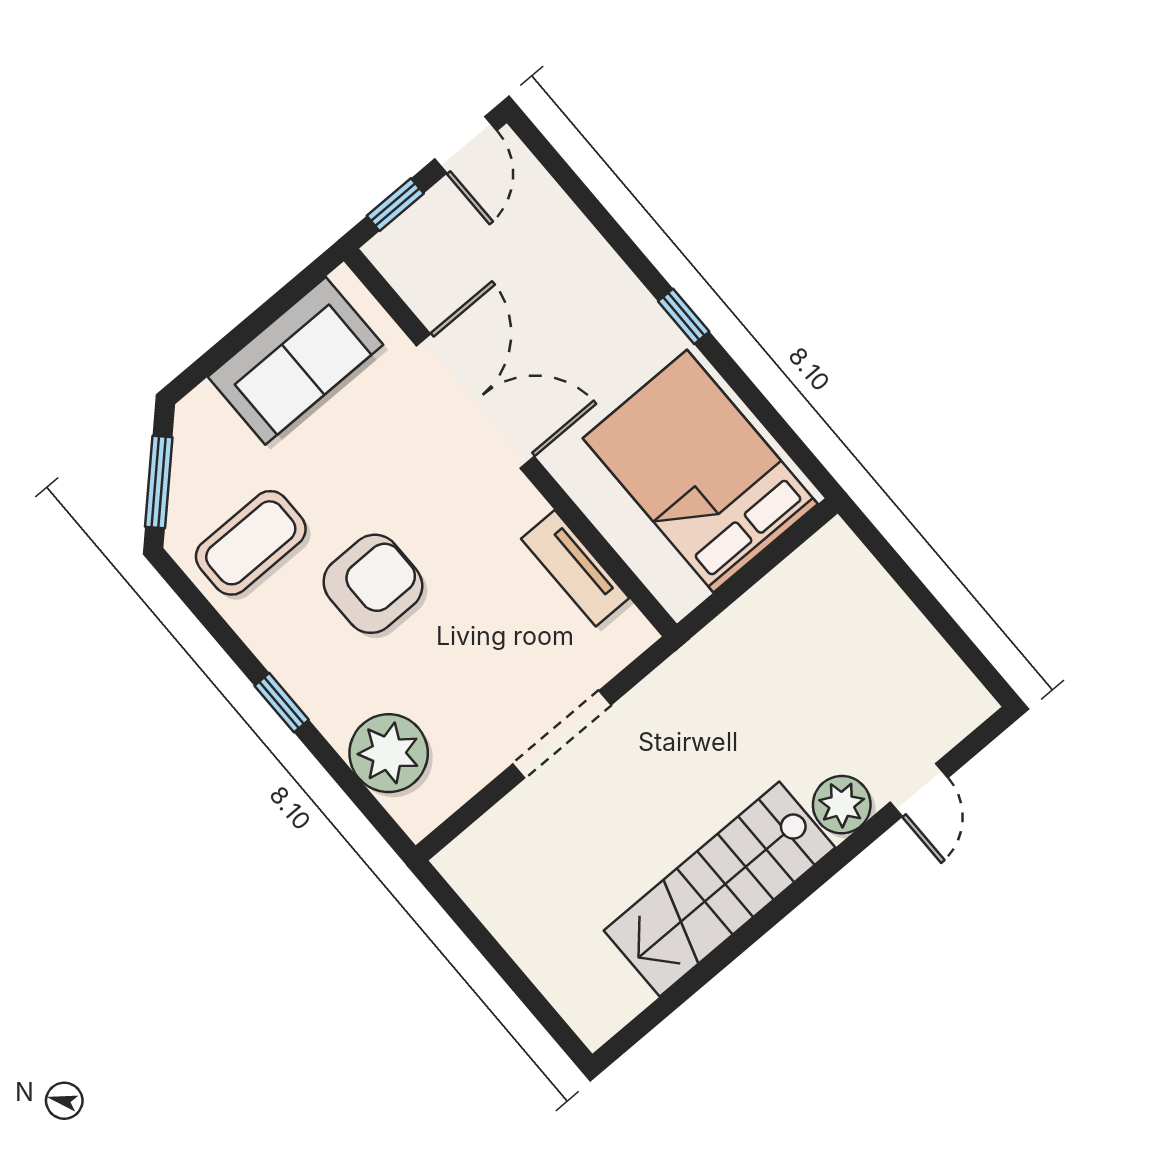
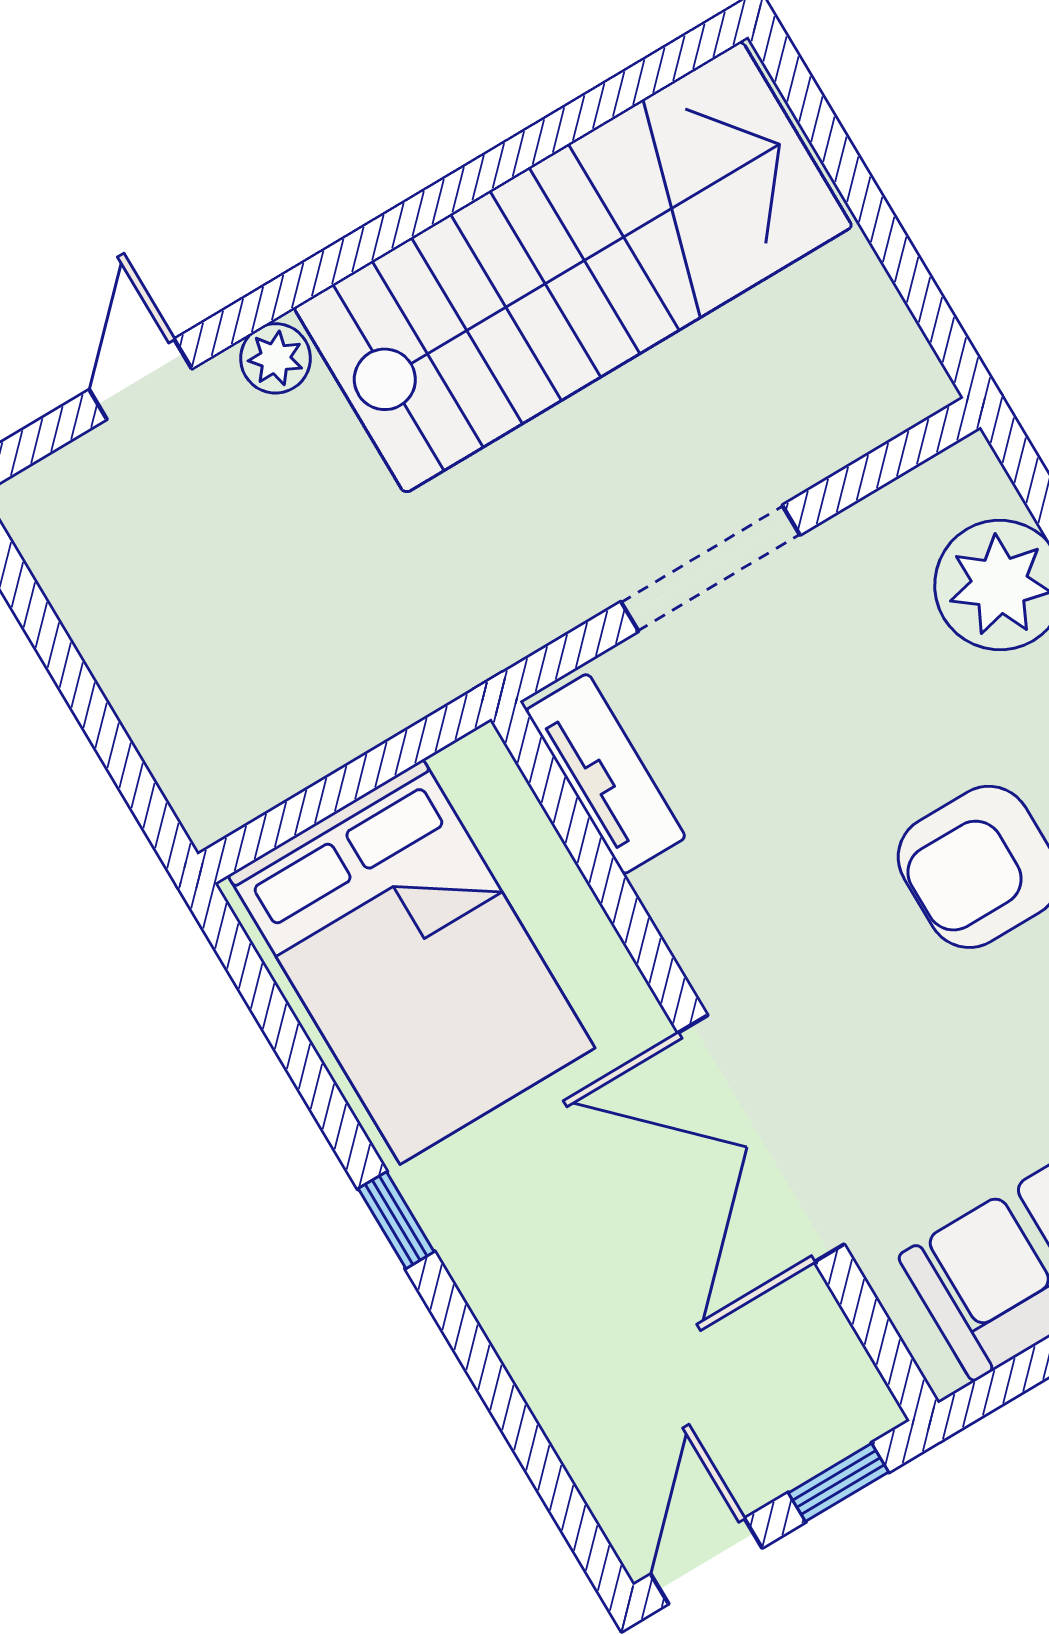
tv unit: (575, 568) -> (606, 774), moved
plant: (842, 805) -> (276, 358), width x0.73, depth x0.73
stairs: (719, 889) -> (573, 267), width x1.36, depth x1.51

